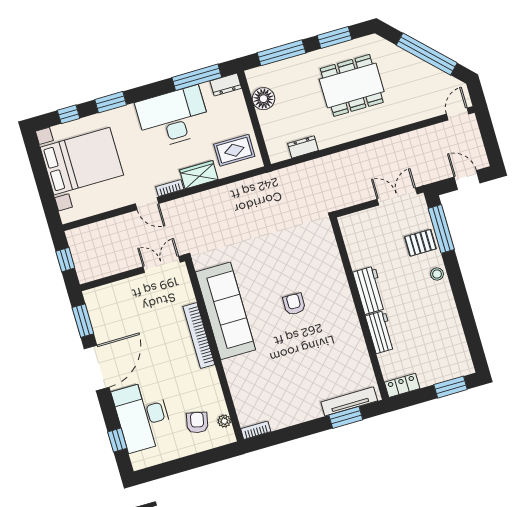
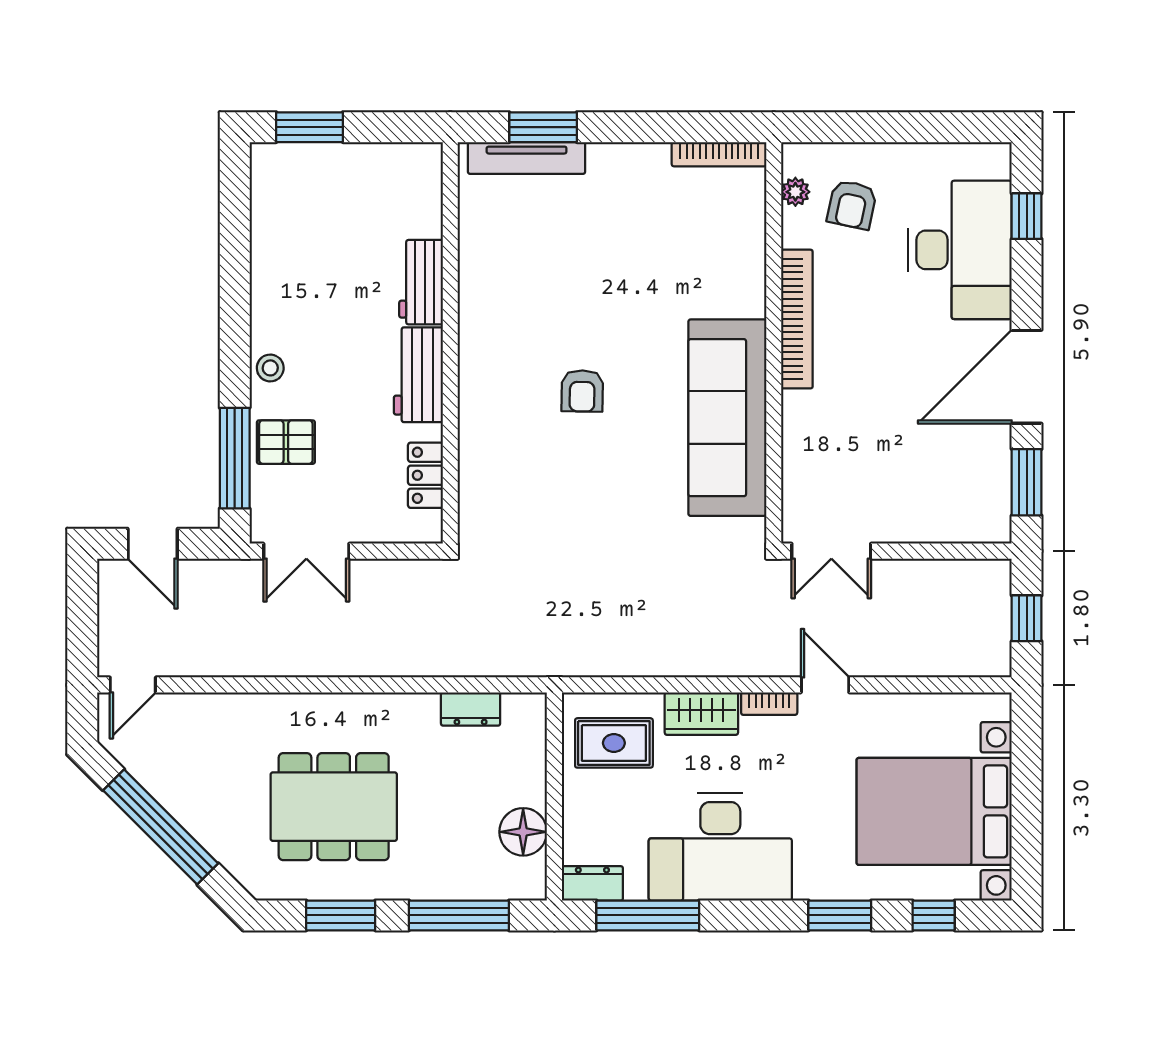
bookcase: (199, 336) -> (797, 319), moved
locker: (402, 385) -> (425, 475), moved, turned 90
bookcase: (256, 430) -> (719, 154), width x1.56

